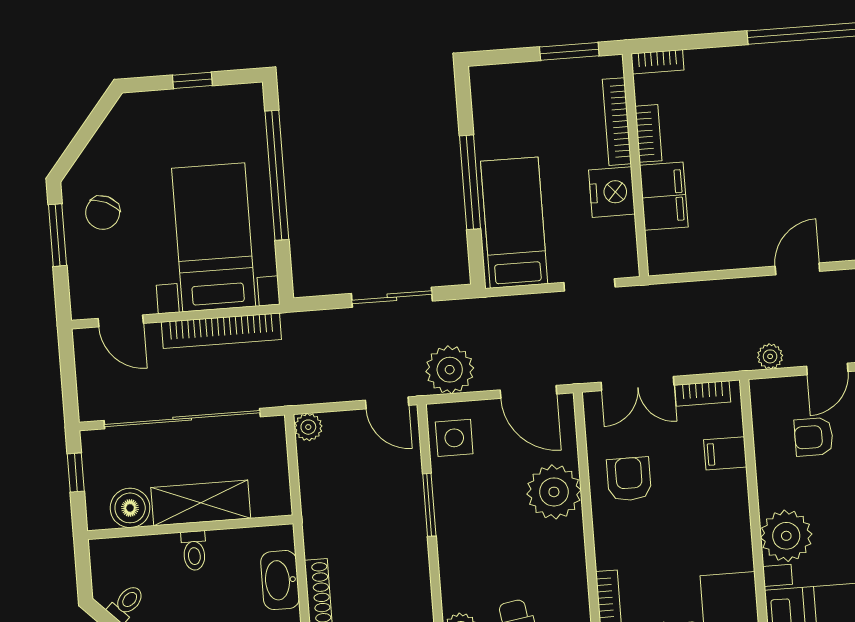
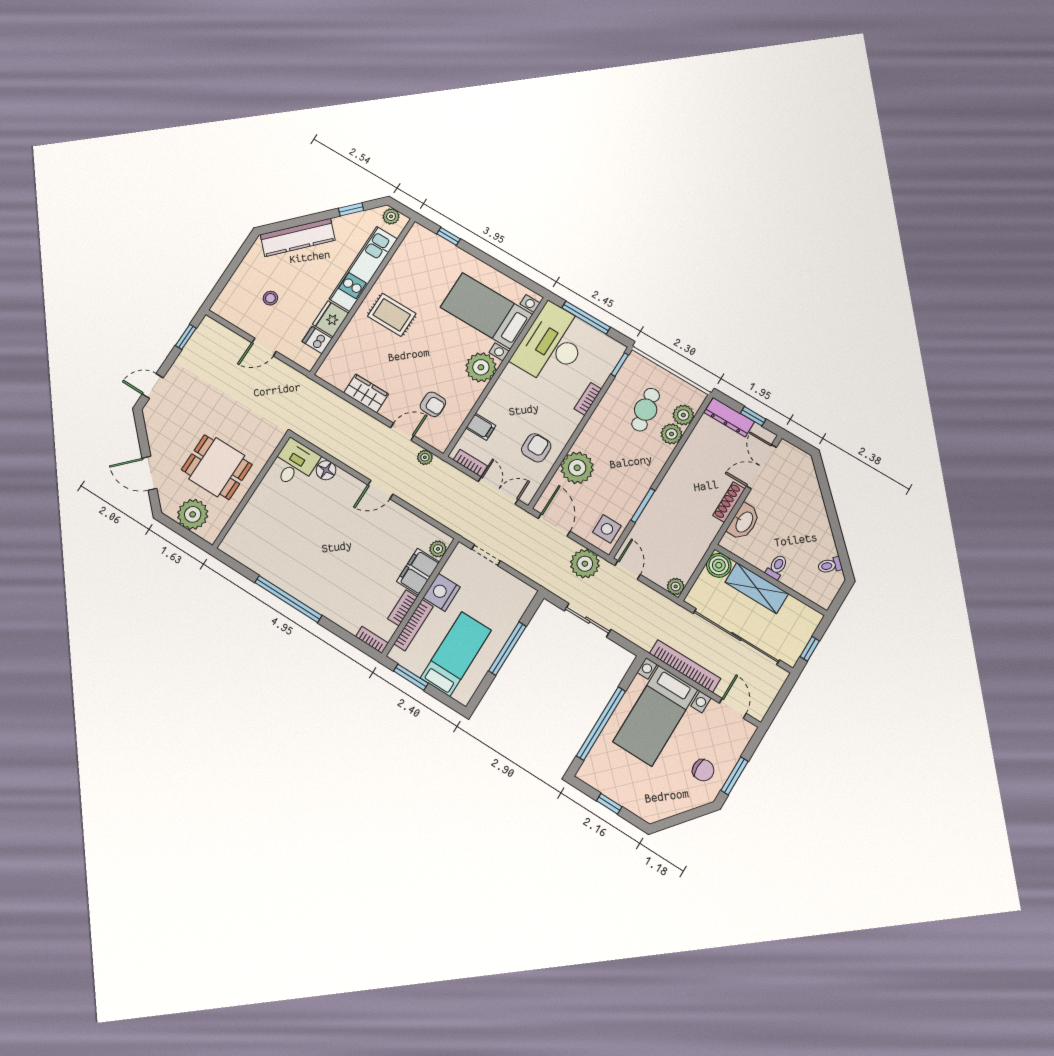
chair: (103, 213) -> (703, 770), turned 65
bed: (514, 223) -> (456, 654), moved, turned 180
plant: (660, 246) -> (438, 549), added
armchair: (629, 479) -> (536, 448), turned 180
boiler: (130, 508) -> (719, 565), moved

